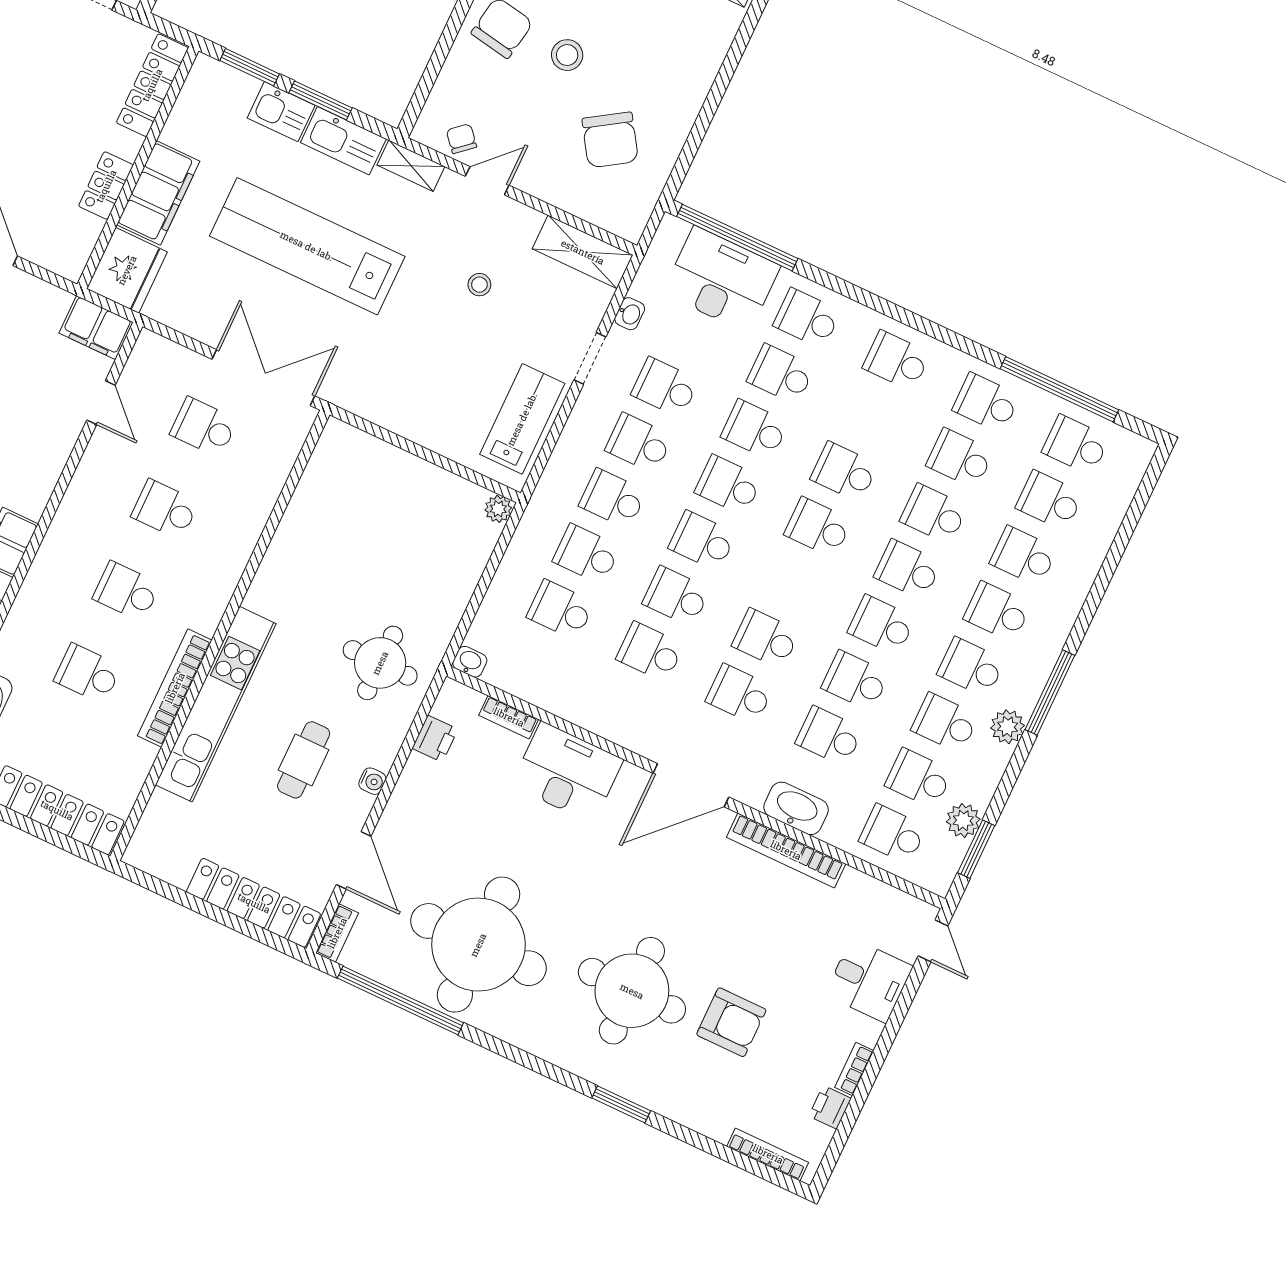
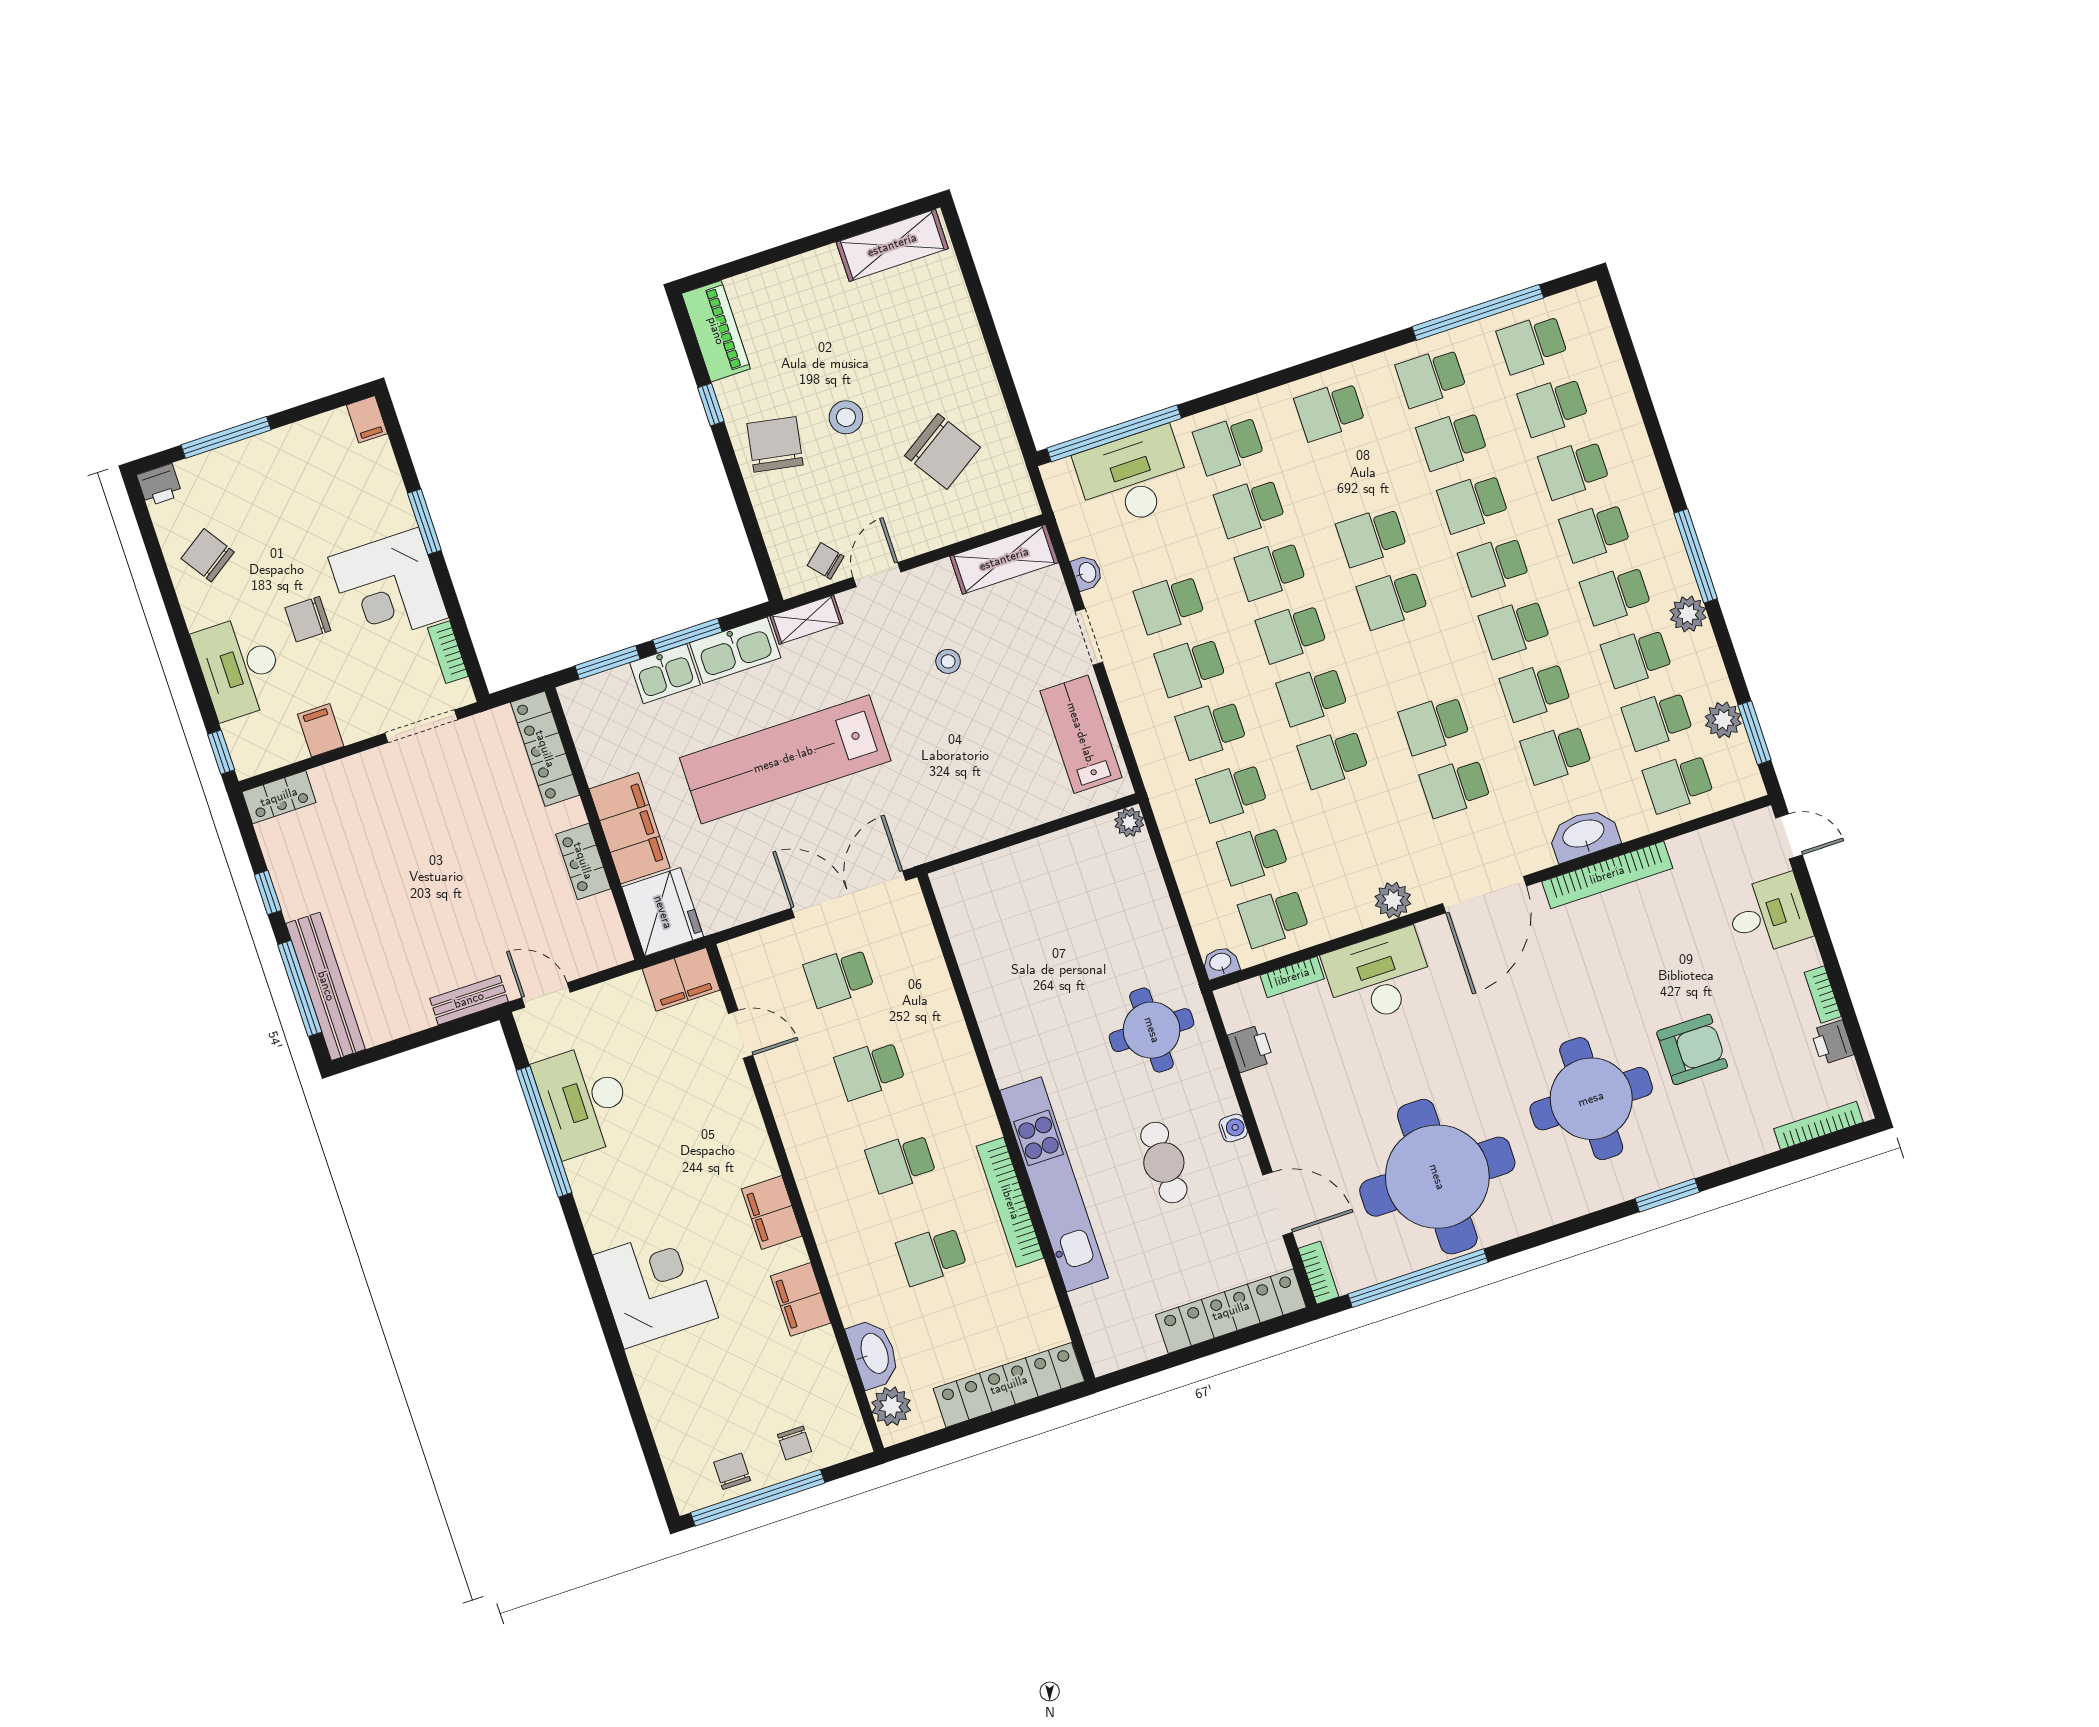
school desk: (650, 652) -> (1273, 917), moved
plant: (626, 730) -> (1393, 900), added

